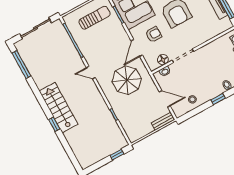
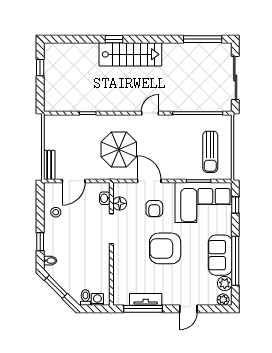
window: (117, 155) -> (40, 68), moved

